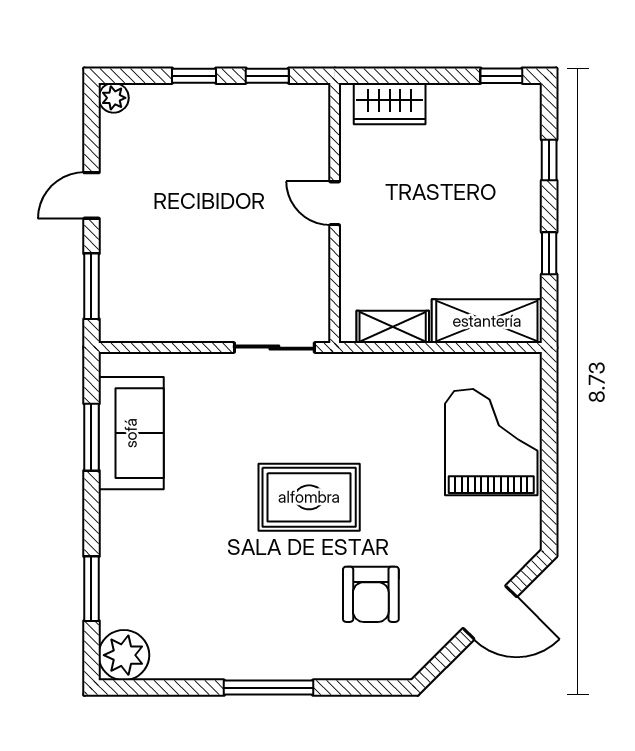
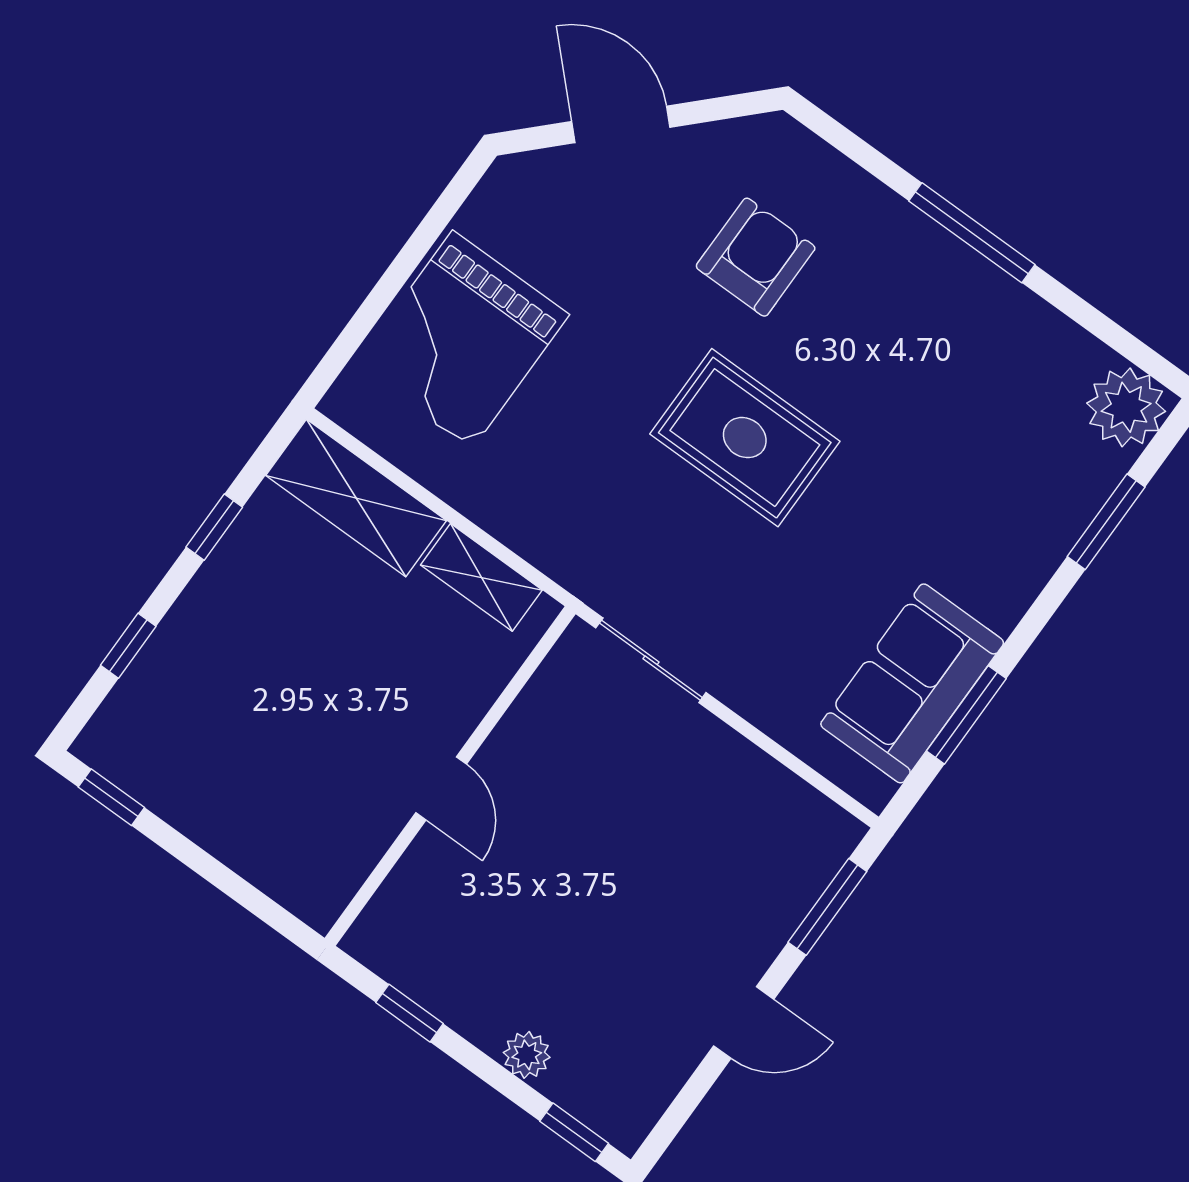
window: (194, 76) -> (574, 1132), moved
plant: (114, 98) -> (527, 1055), moved
wardrobe: (390, 104) -> (279, 865), removed

